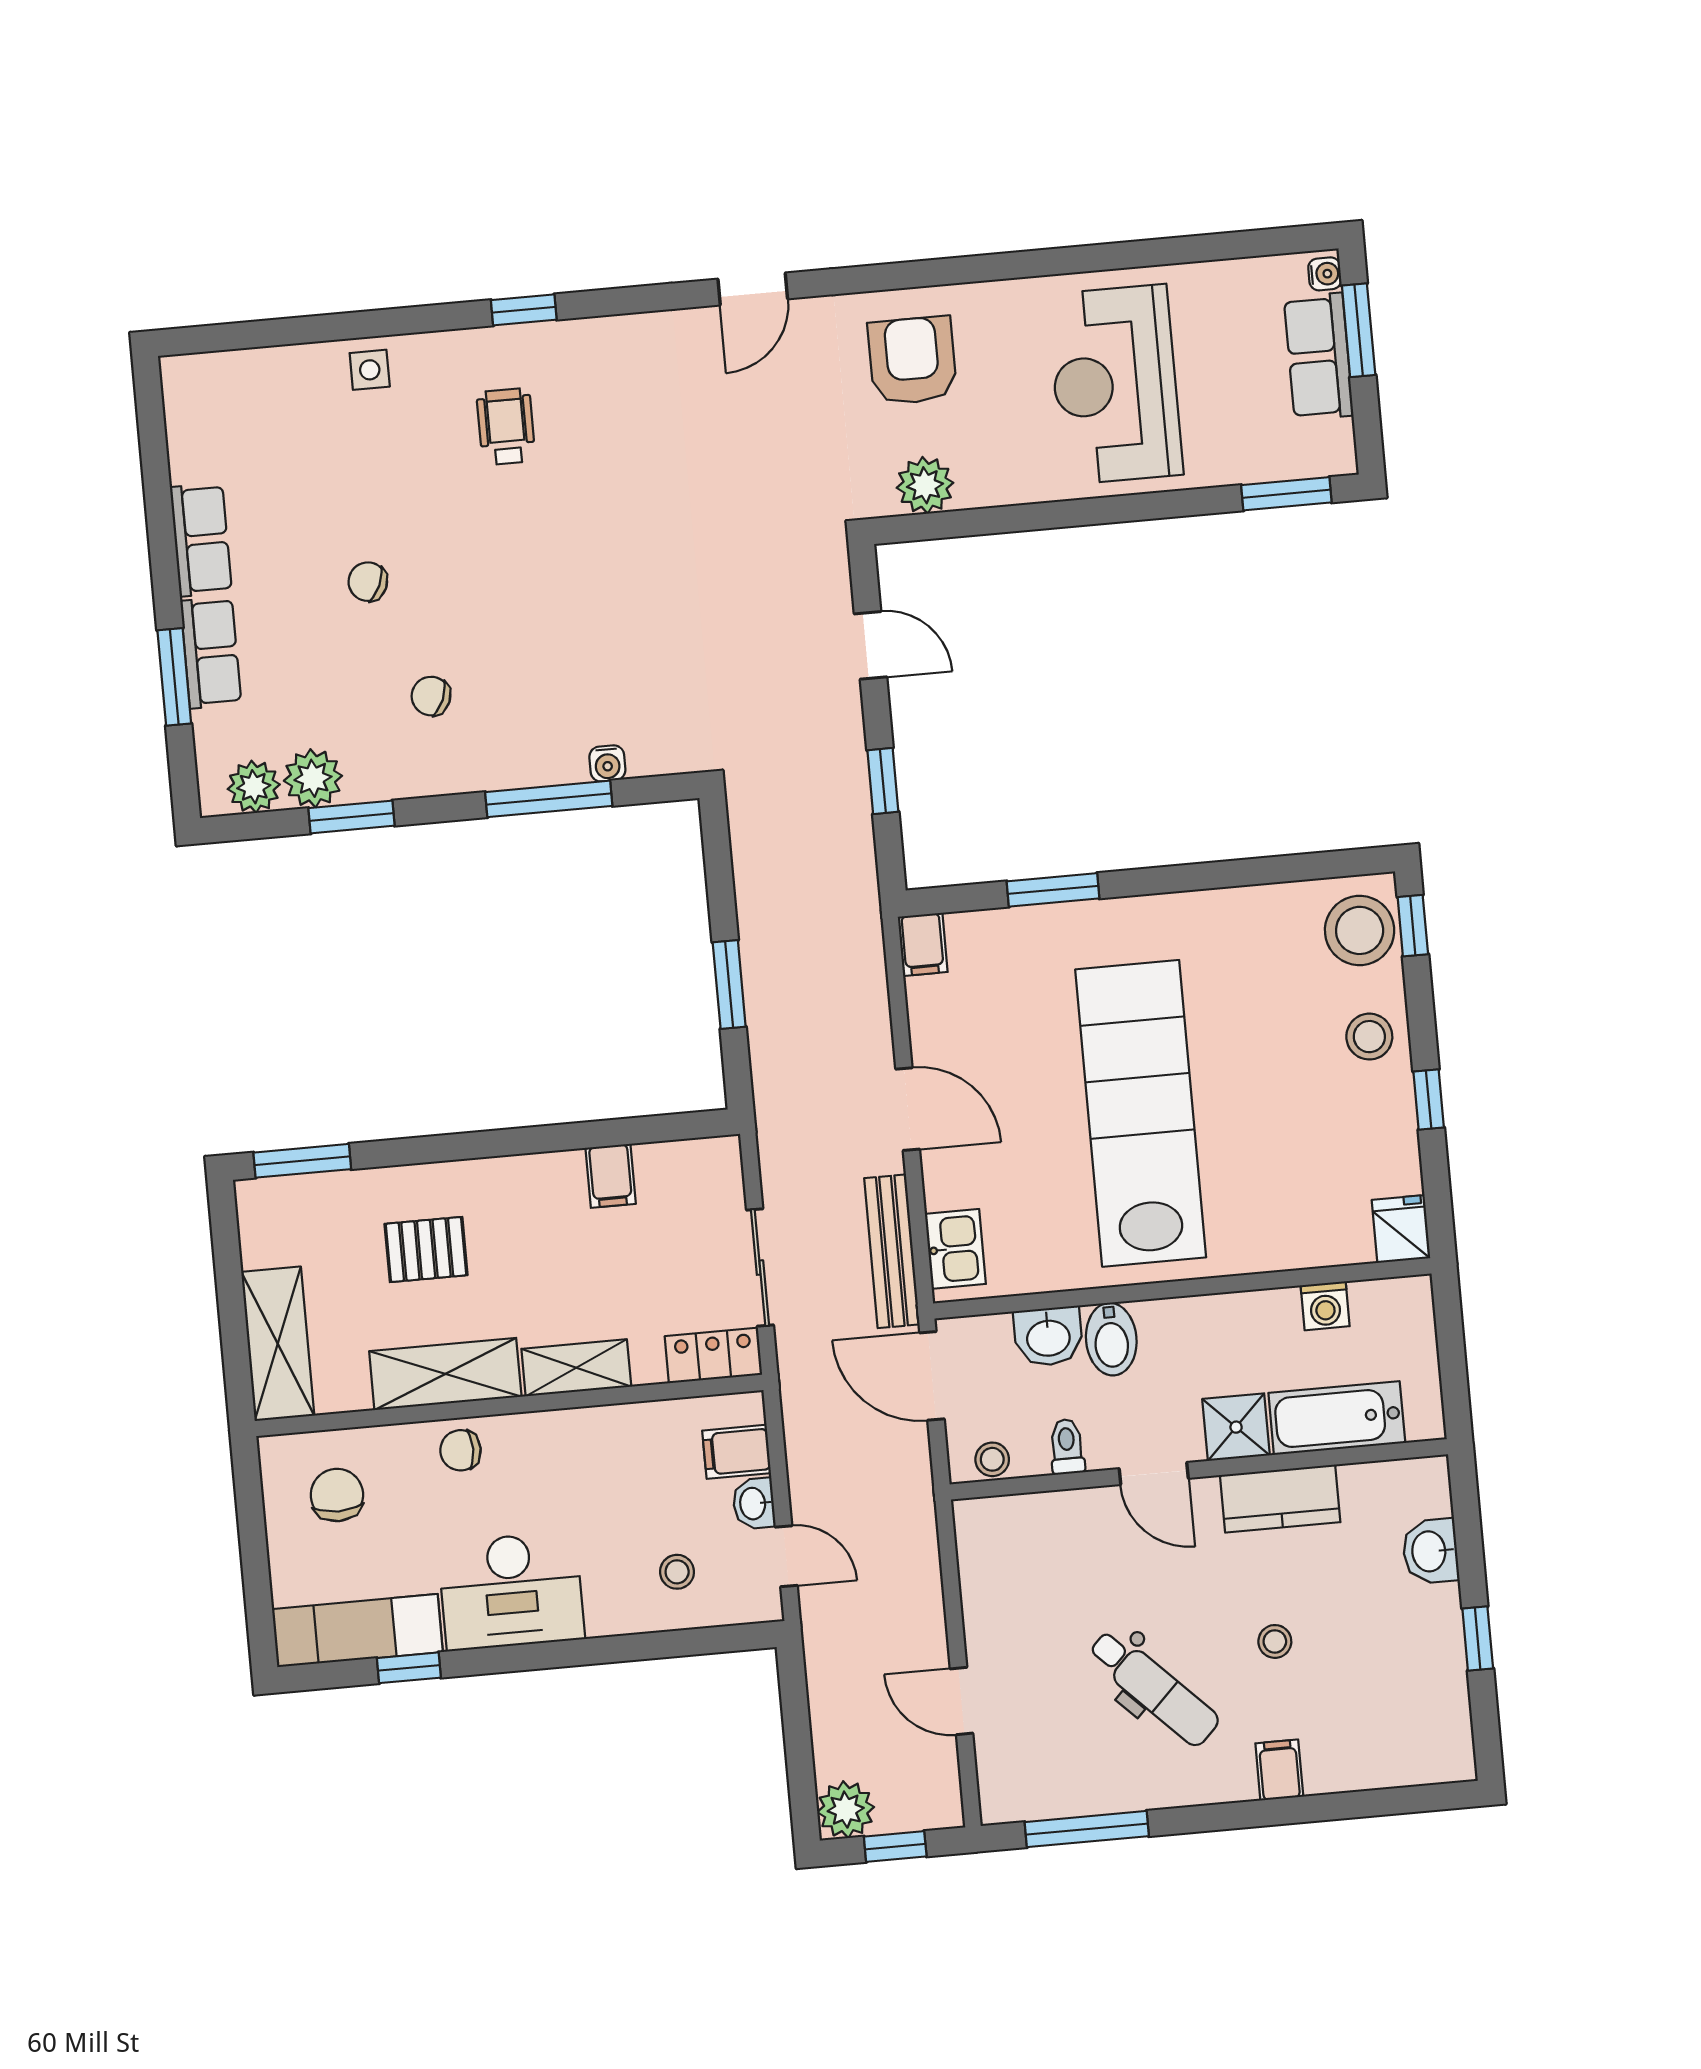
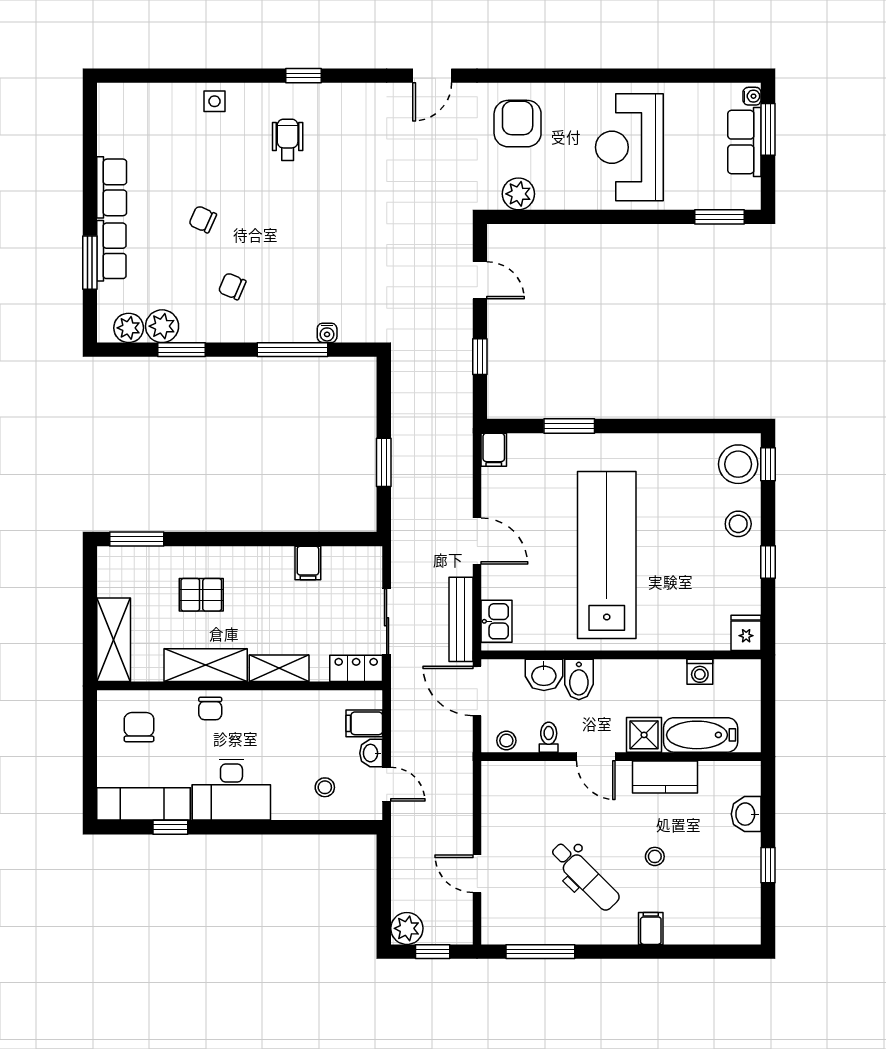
chair: (460, 1450) -> (210, 708), turned -90

